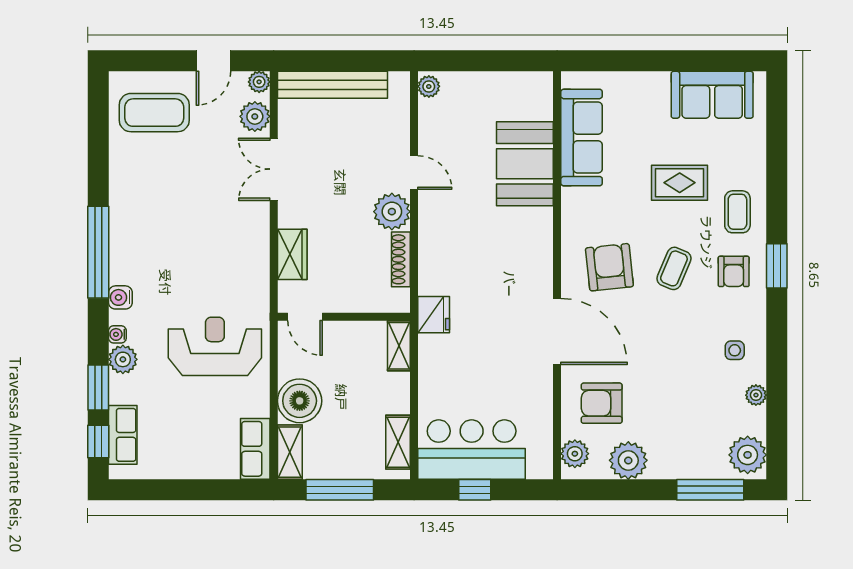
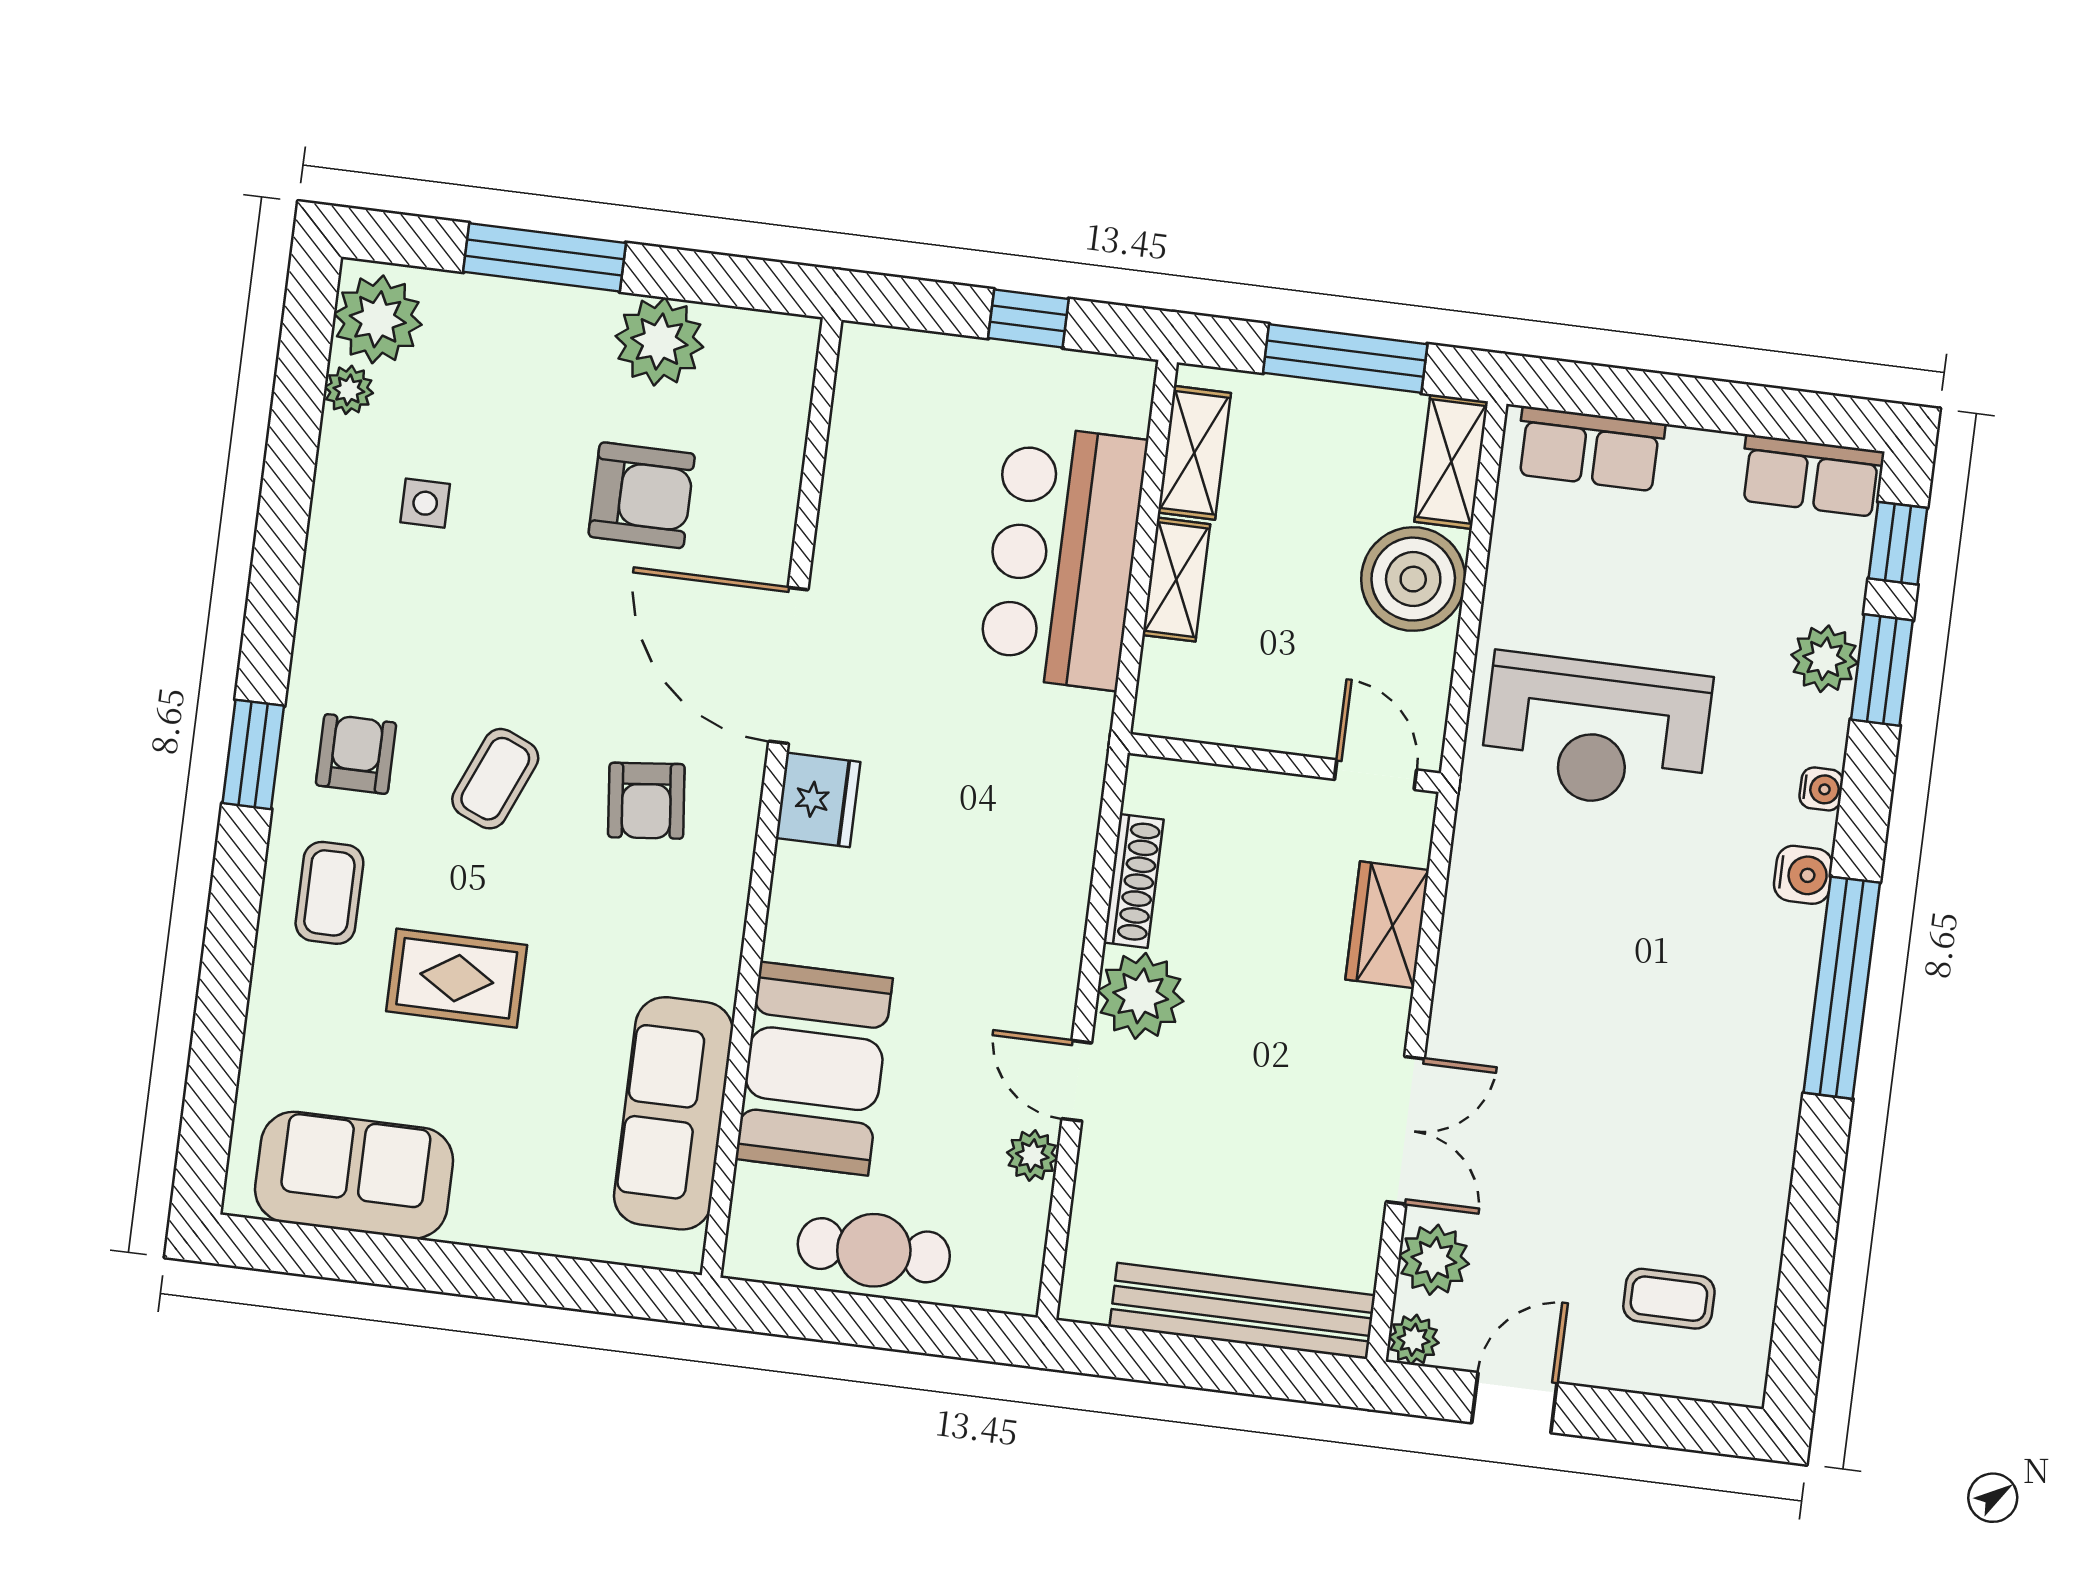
plant: (429, 86) -> (1032, 1155), moved
cafe table: (490, 91) -> (874, 1250), added
coffee table: (154, 113) -> (1669, 1299), width x0.54, depth x0.58
armchair: (609, 267) -> (646, 801), width x0.72, depth x0.72
fridge: (434, 315) -> (818, 800), moved, turned 180
shelving: (399, 346) -> (1176, 580), moved
side table: (735, 350) -> (425, 503), moved
plant: (123, 359) -> (1825, 659), moved
plant: (756, 395) -> (349, 390), moved
armchair: (602, 403) -> (642, 495), moved
row of seats: (123, 435) -> (1811, 476), moved, turned -90
row of seats: (255, 449) -> (1590, 449), moved, turned 90
bar counter: (472, 449) -> (1063, 557), moved, turned 90
plant: (575, 454) -> (783, 373), removed
window: (710, 490) -> (544, 257), moved

